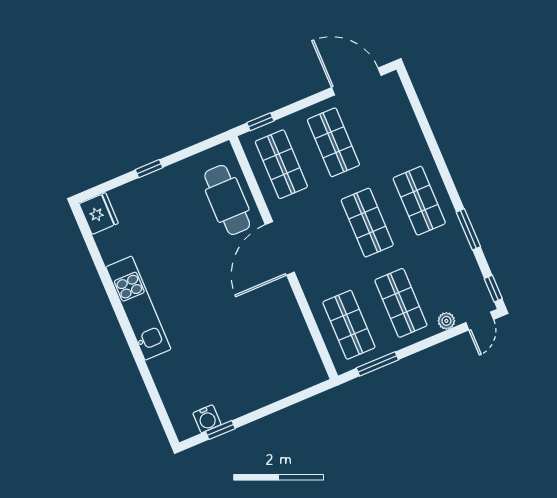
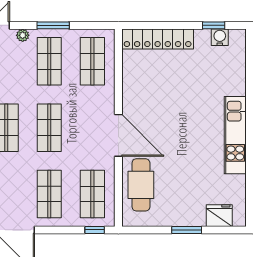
window: (149, 169) -> (187, 230), width x1.50
fridge: (99, 214) -> (219, 216), moved, turned 90
door: (280, 248) -> (118, 135), hinge flipped
window: (377, 364) -> (53, 25), moved
locker: (281, 385) -> (158, 39), added

